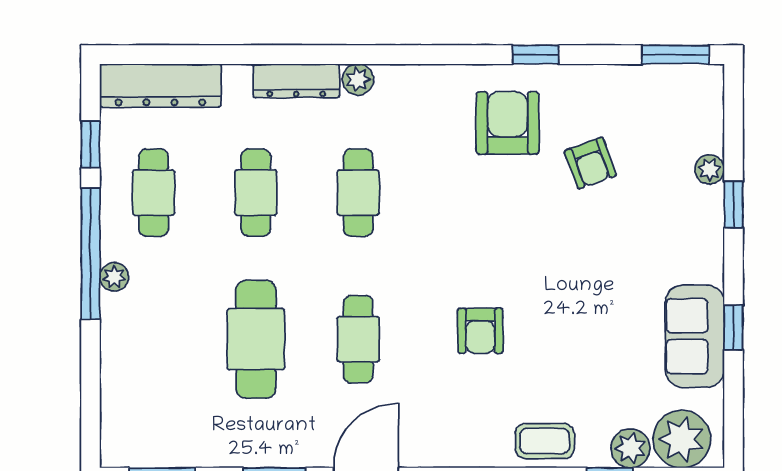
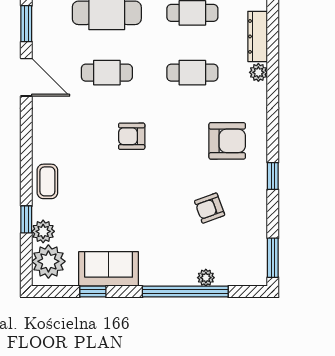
armchair: (508, 123) -> (227, 141), moved
window: (733, 205) -> (185, 292), width x3.17
window: (733, 328) -> (93, 292), moved
armchair: (480, 331) -> (132, 136), moved

